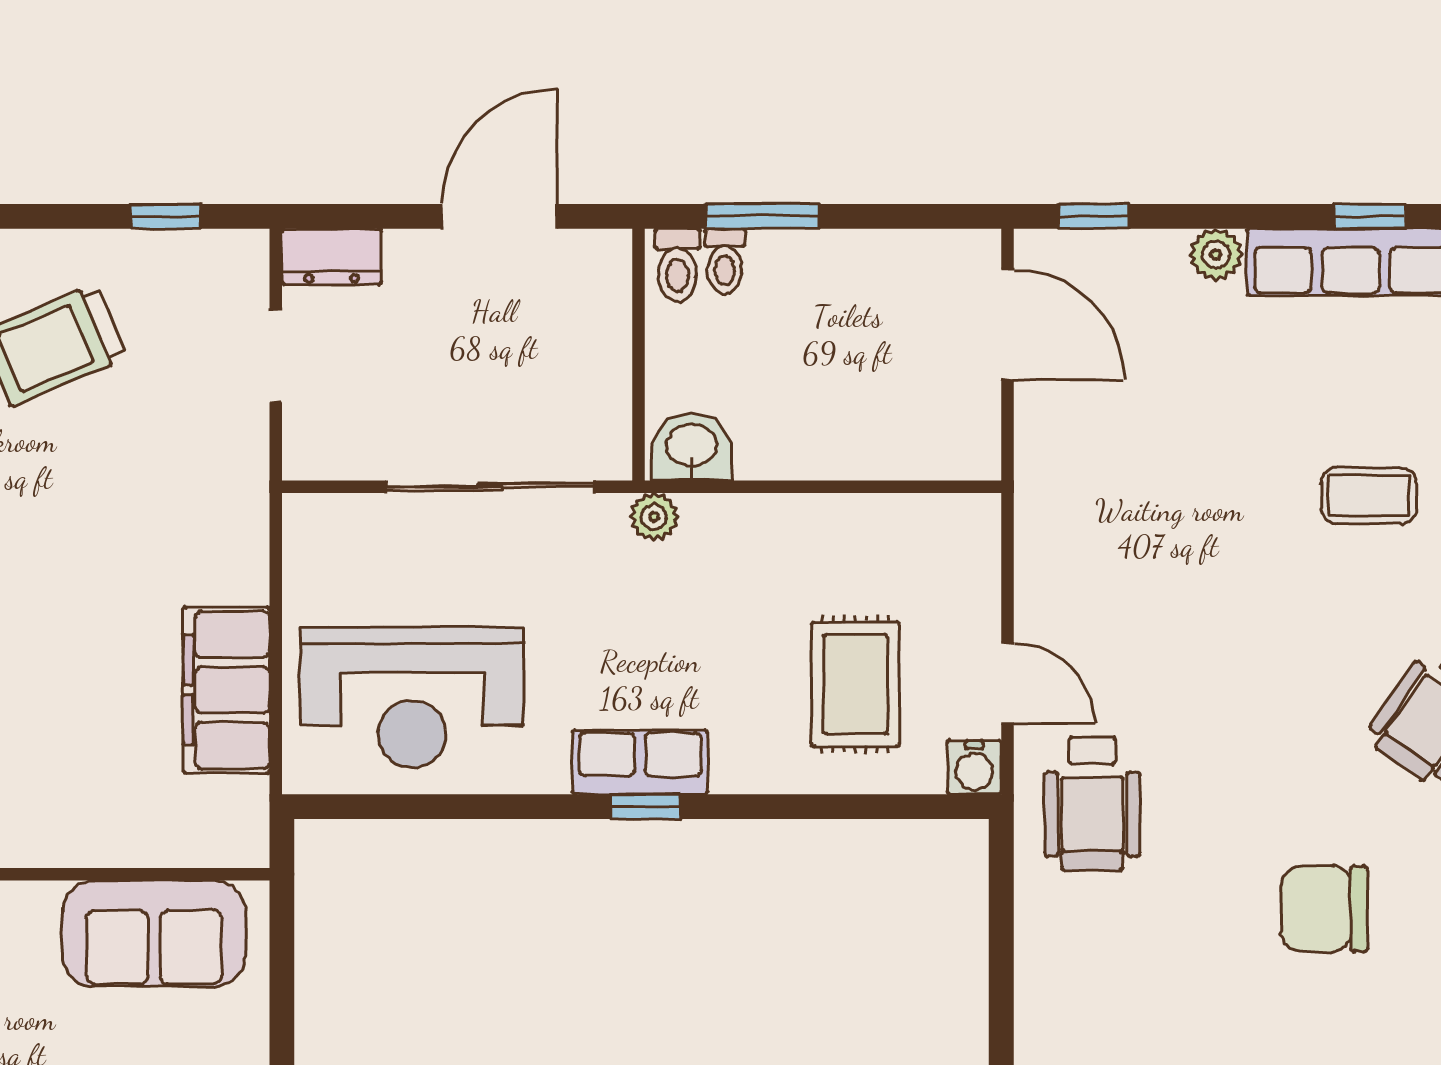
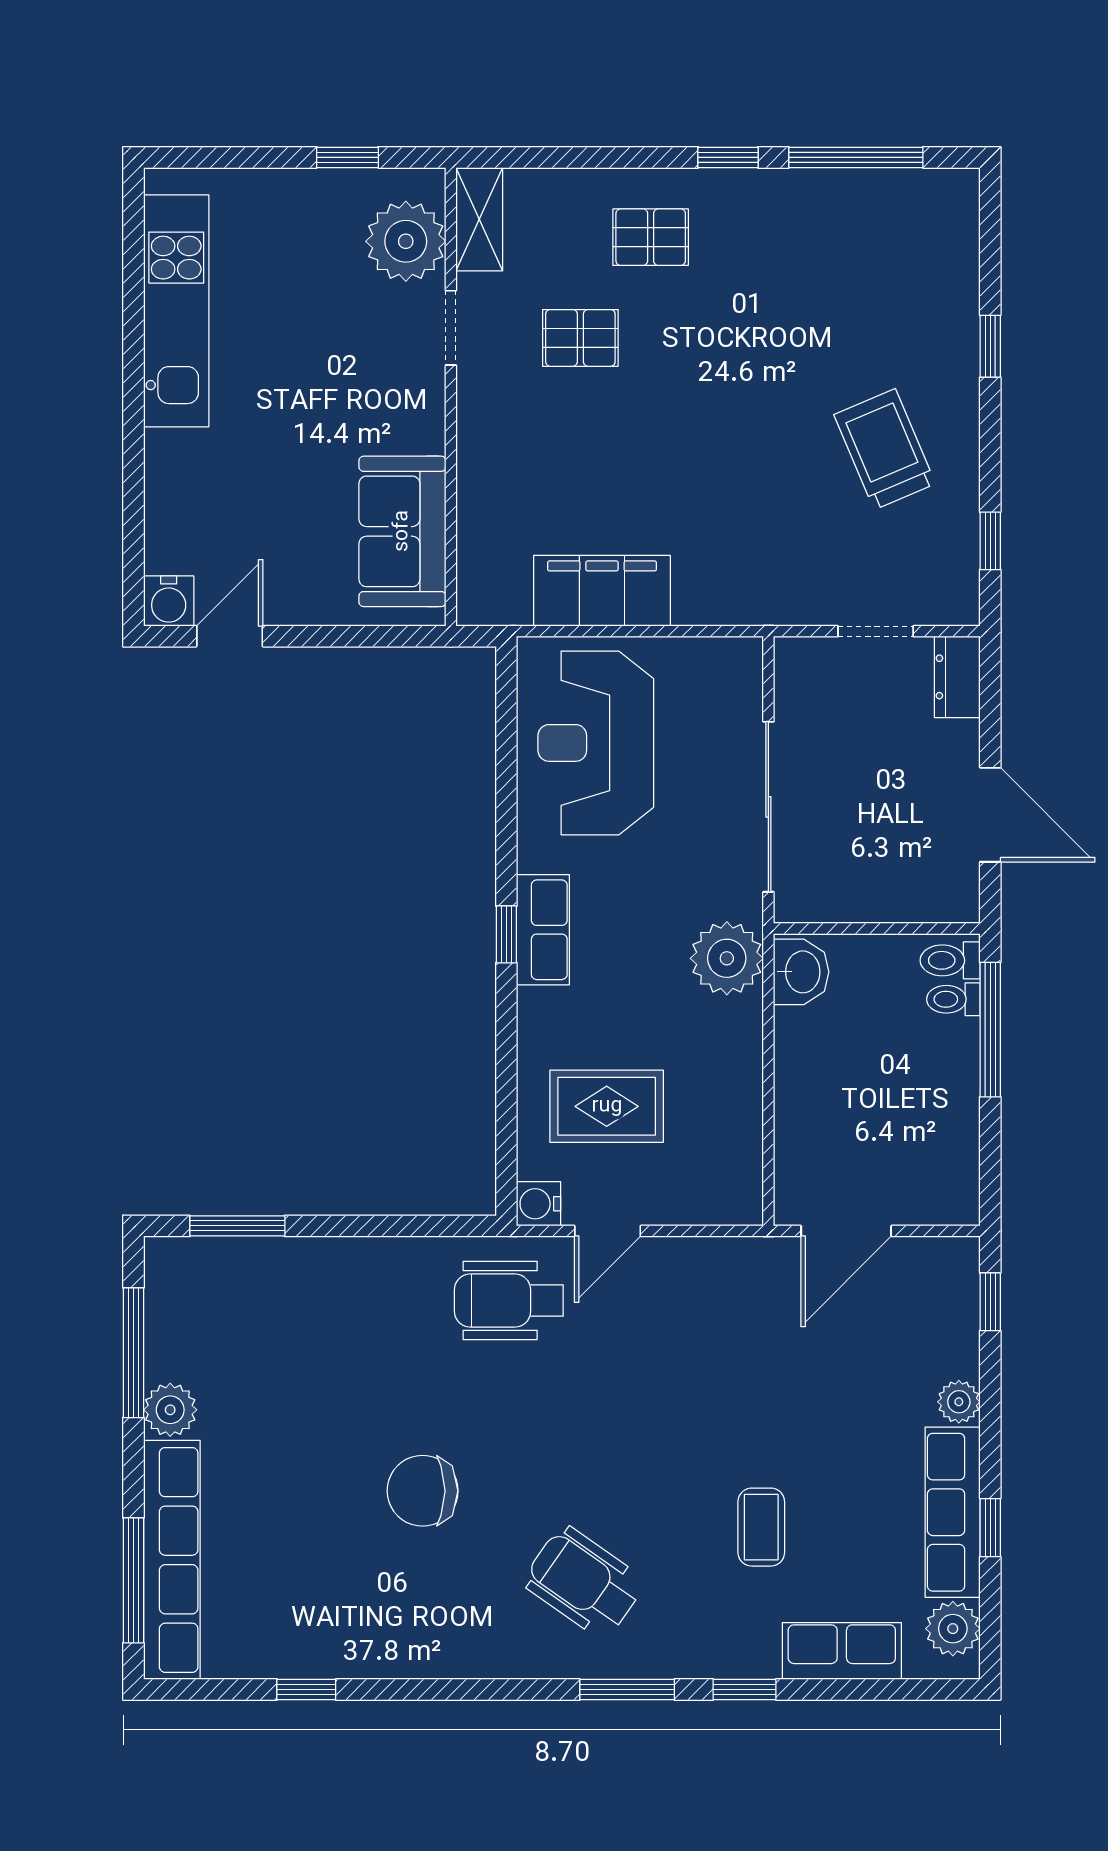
window: (762, 216) -> (990, 1030), width x1.44
door: (1007, 325) -> (846, 1231), moved
plant: (654, 517) -> (727, 958), width x1.87, depth x1.87
chair: (1324, 909) -> (423, 1491), turned -90

